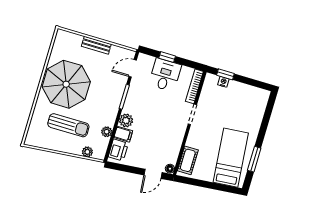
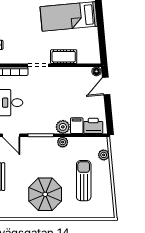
parasol: (66, 84) -> (45, 194), width x0.73, depth x0.73
plant: (107, 132) -> (63, 142), moved
cot: (188, 160) -> (64, 57), moved
door: (153, 174) -> (106, 86), swing flipped

